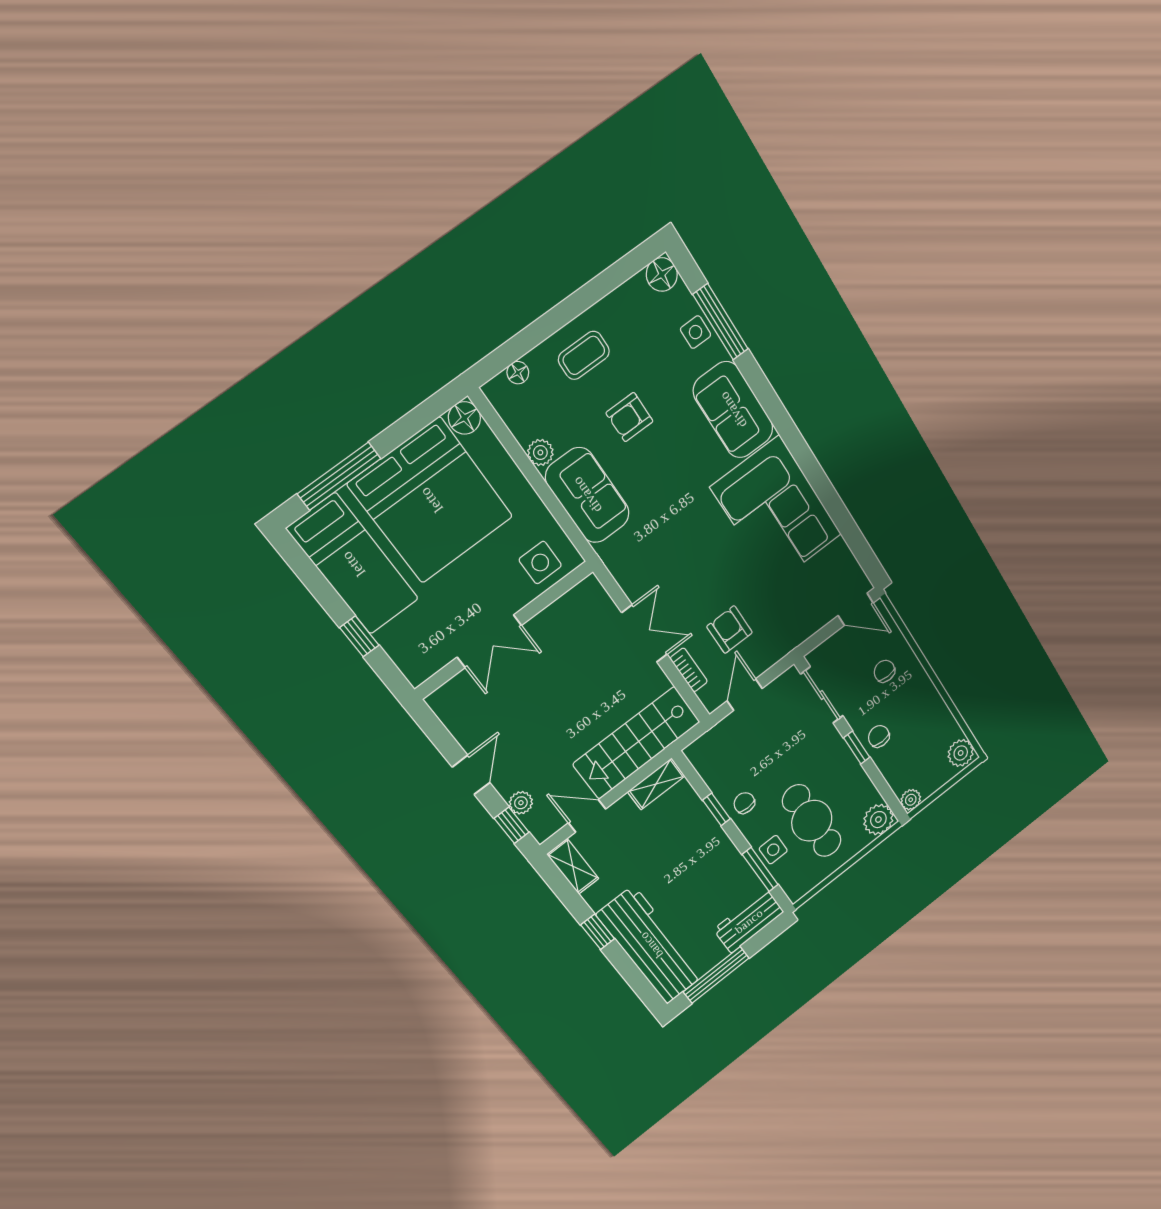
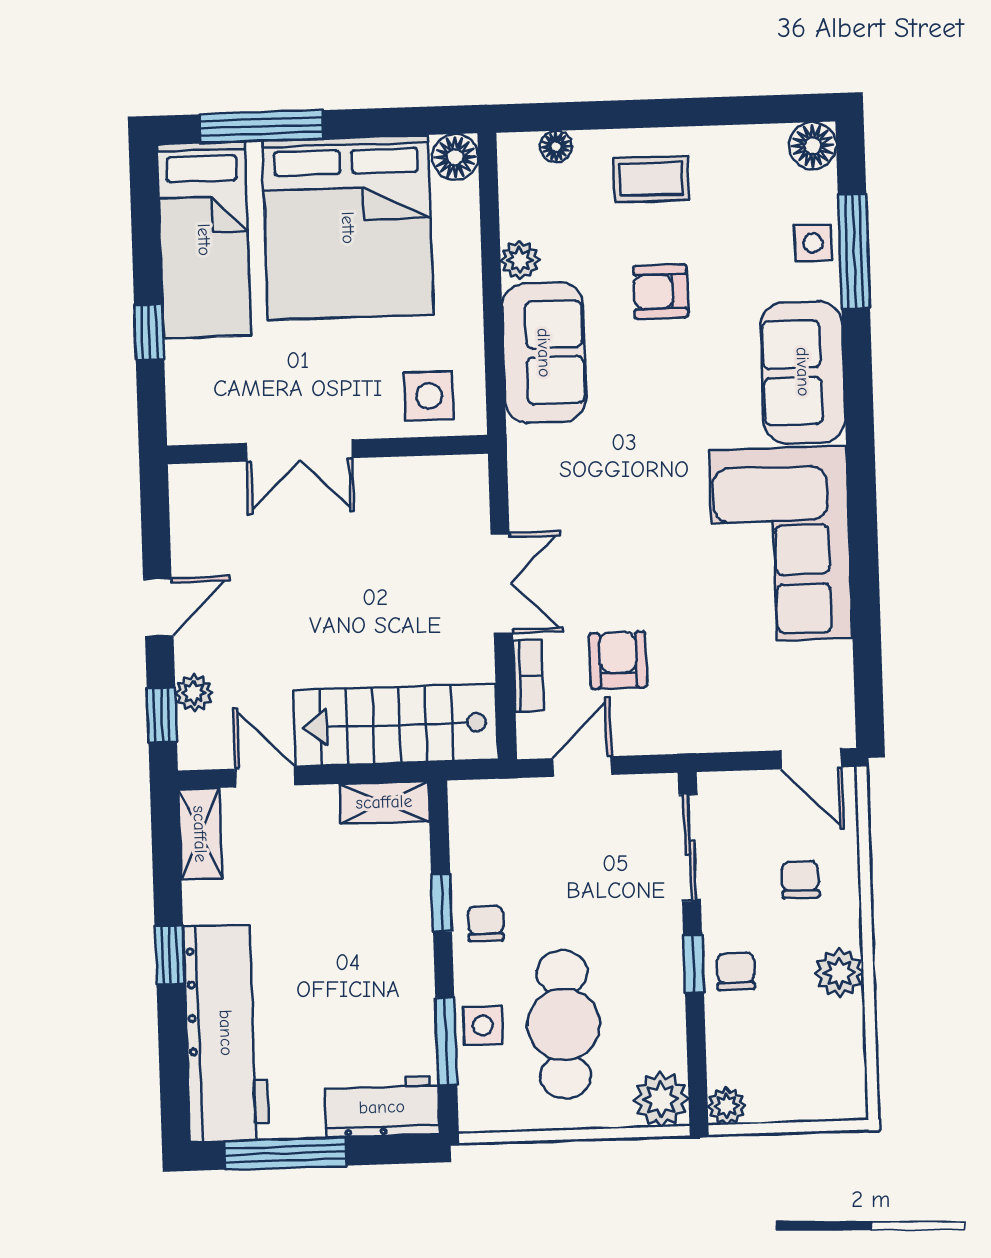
plant: (961, 753) -> (839, 973), moved

